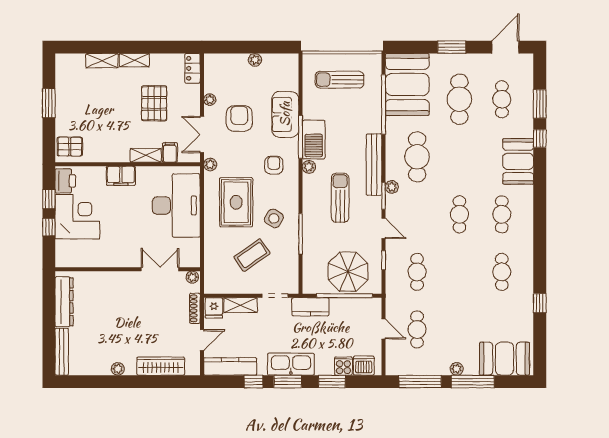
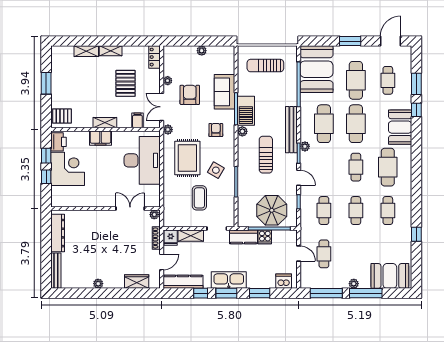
shelving: (146, 155) -> (105, 123), moved
cafe table: (459, 157) -> (356, 124), added
cafe table: (502, 214) -> (388, 167), width x1.37, depth x1.35
coffee table: (252, 255) -> (199, 198), turned -55
cafe table: (459, 272) -> (356, 211), added
wardrobe: (161, 366) -> (137, 282), width x0.67
cooker: (343, 366) -> (265, 237), moved, turned 180

